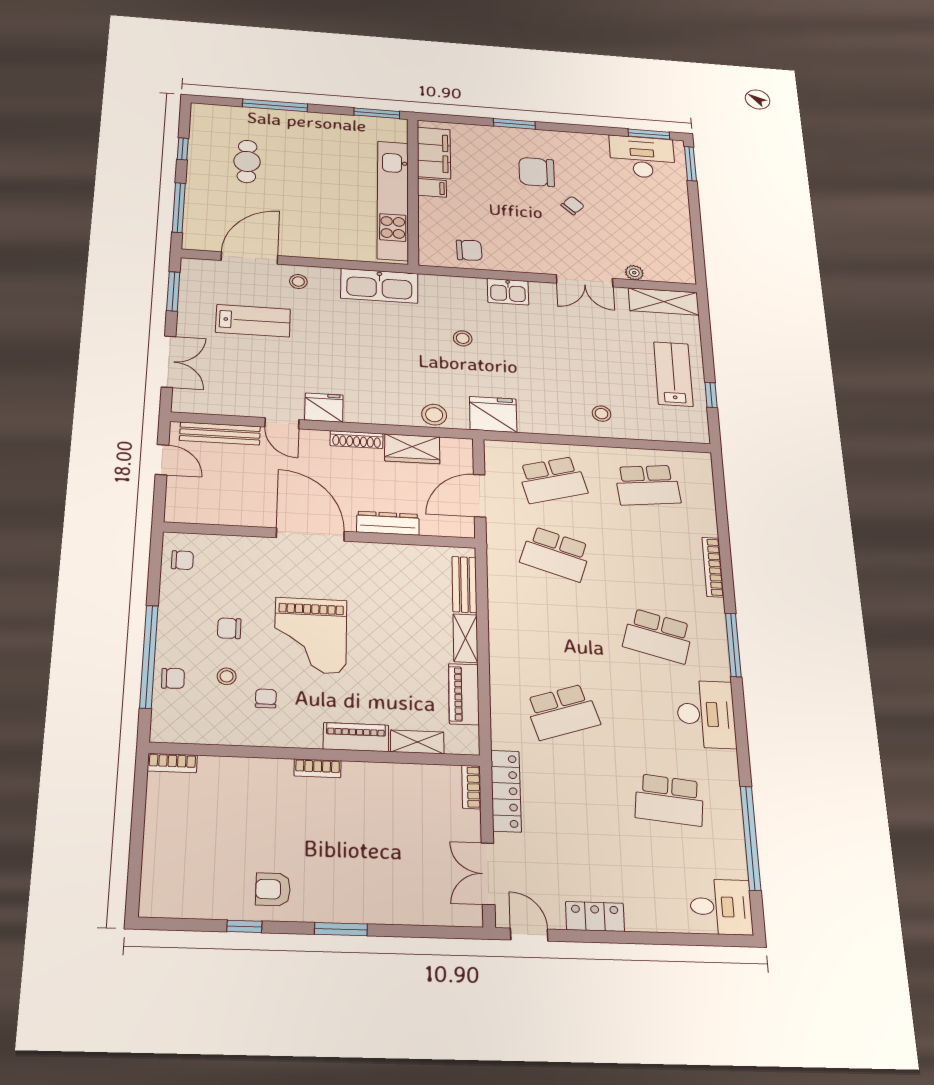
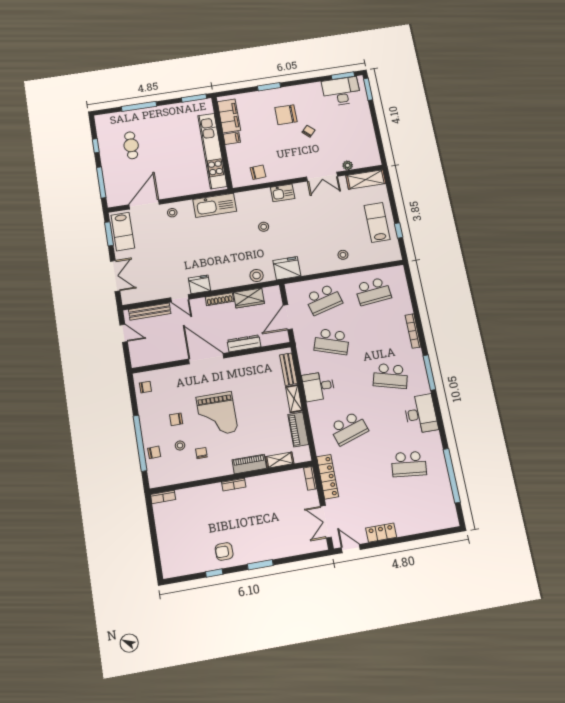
lab bench: (253, 321) -> (123, 232), moved, turned 90
desk: (721, 907) -> (318, 386), moved, turned 180

